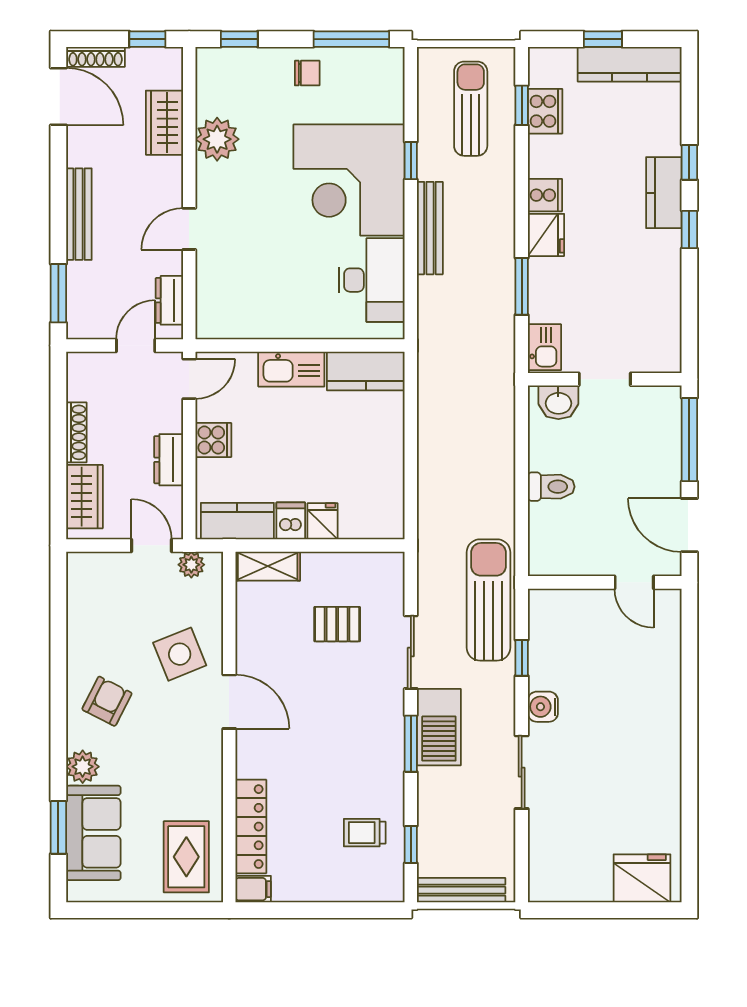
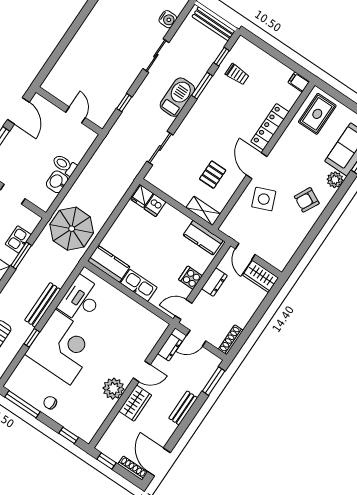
wardrobe: (164, 123) -> (135, 403), moved
plant: (217, 139) -> (113, 389), moved
bench: (79, 214) -> (183, 408), width x0.73
kitchen sink: (544, 347) -> (18, 239), moved
parasol: (467, 388) -> (72, 229), added
washbasin: (558, 402) -> (57, 182), moved, turned -90
shoe rack: (76, 432) -> (231, 340), moved
wardrobe: (84, 497) -> (261, 277), moved, turned -90
dishwasher: (291, 521) -> (155, 205), moved
fridge: (323, 521) -> (142, 196), moved
plant: (191, 565) -> (234, 233), removed
door: (634, 582) -> (76, 115), moved
sun lounger: (489, 600) -> (122, 136), removed
pallet: (337, 624) -> (213, 175), moved, turned 90
sliding door: (411, 652) -> (160, 148), moved
water cooler: (543, 707) -> (168, 19), moved
window: (411, 744) -> (202, 86), moved
locker: (251, 827) -> (270, 127), moved

